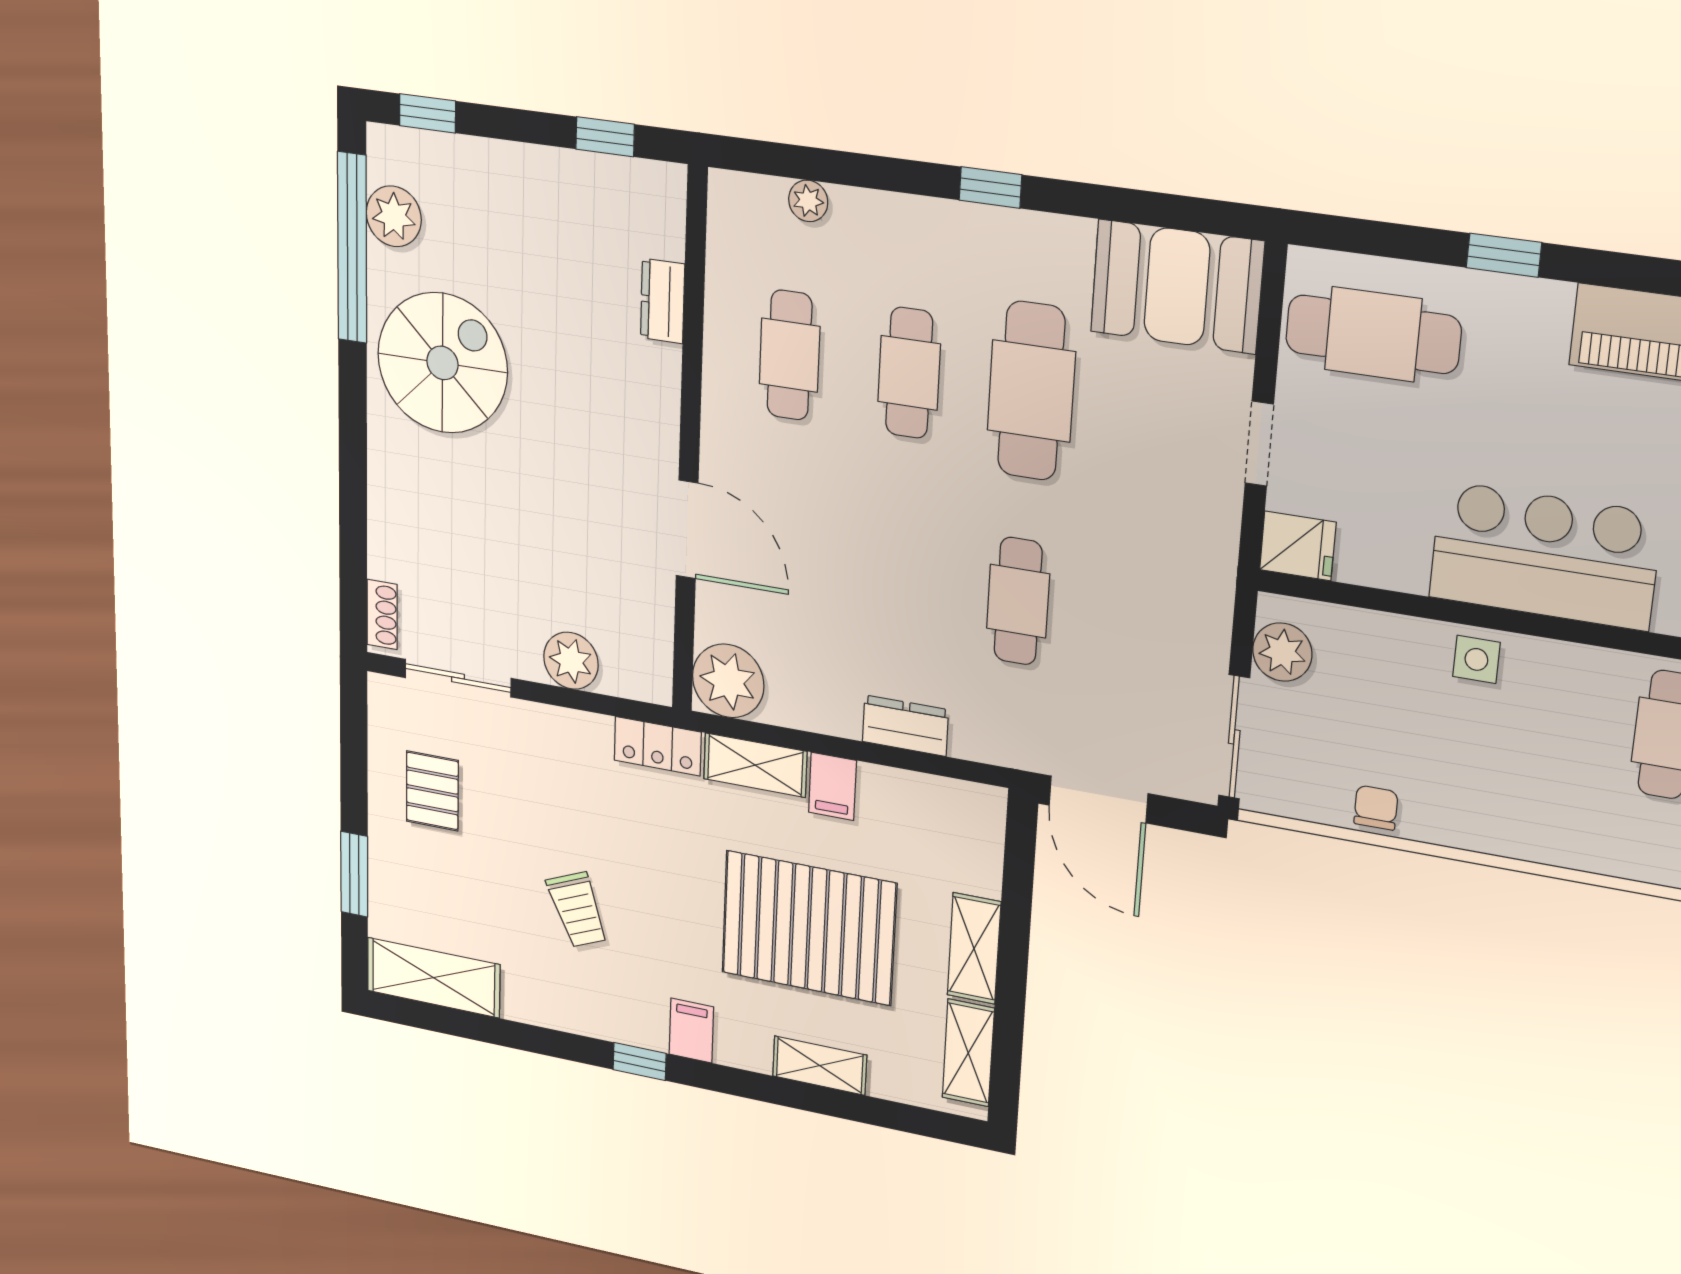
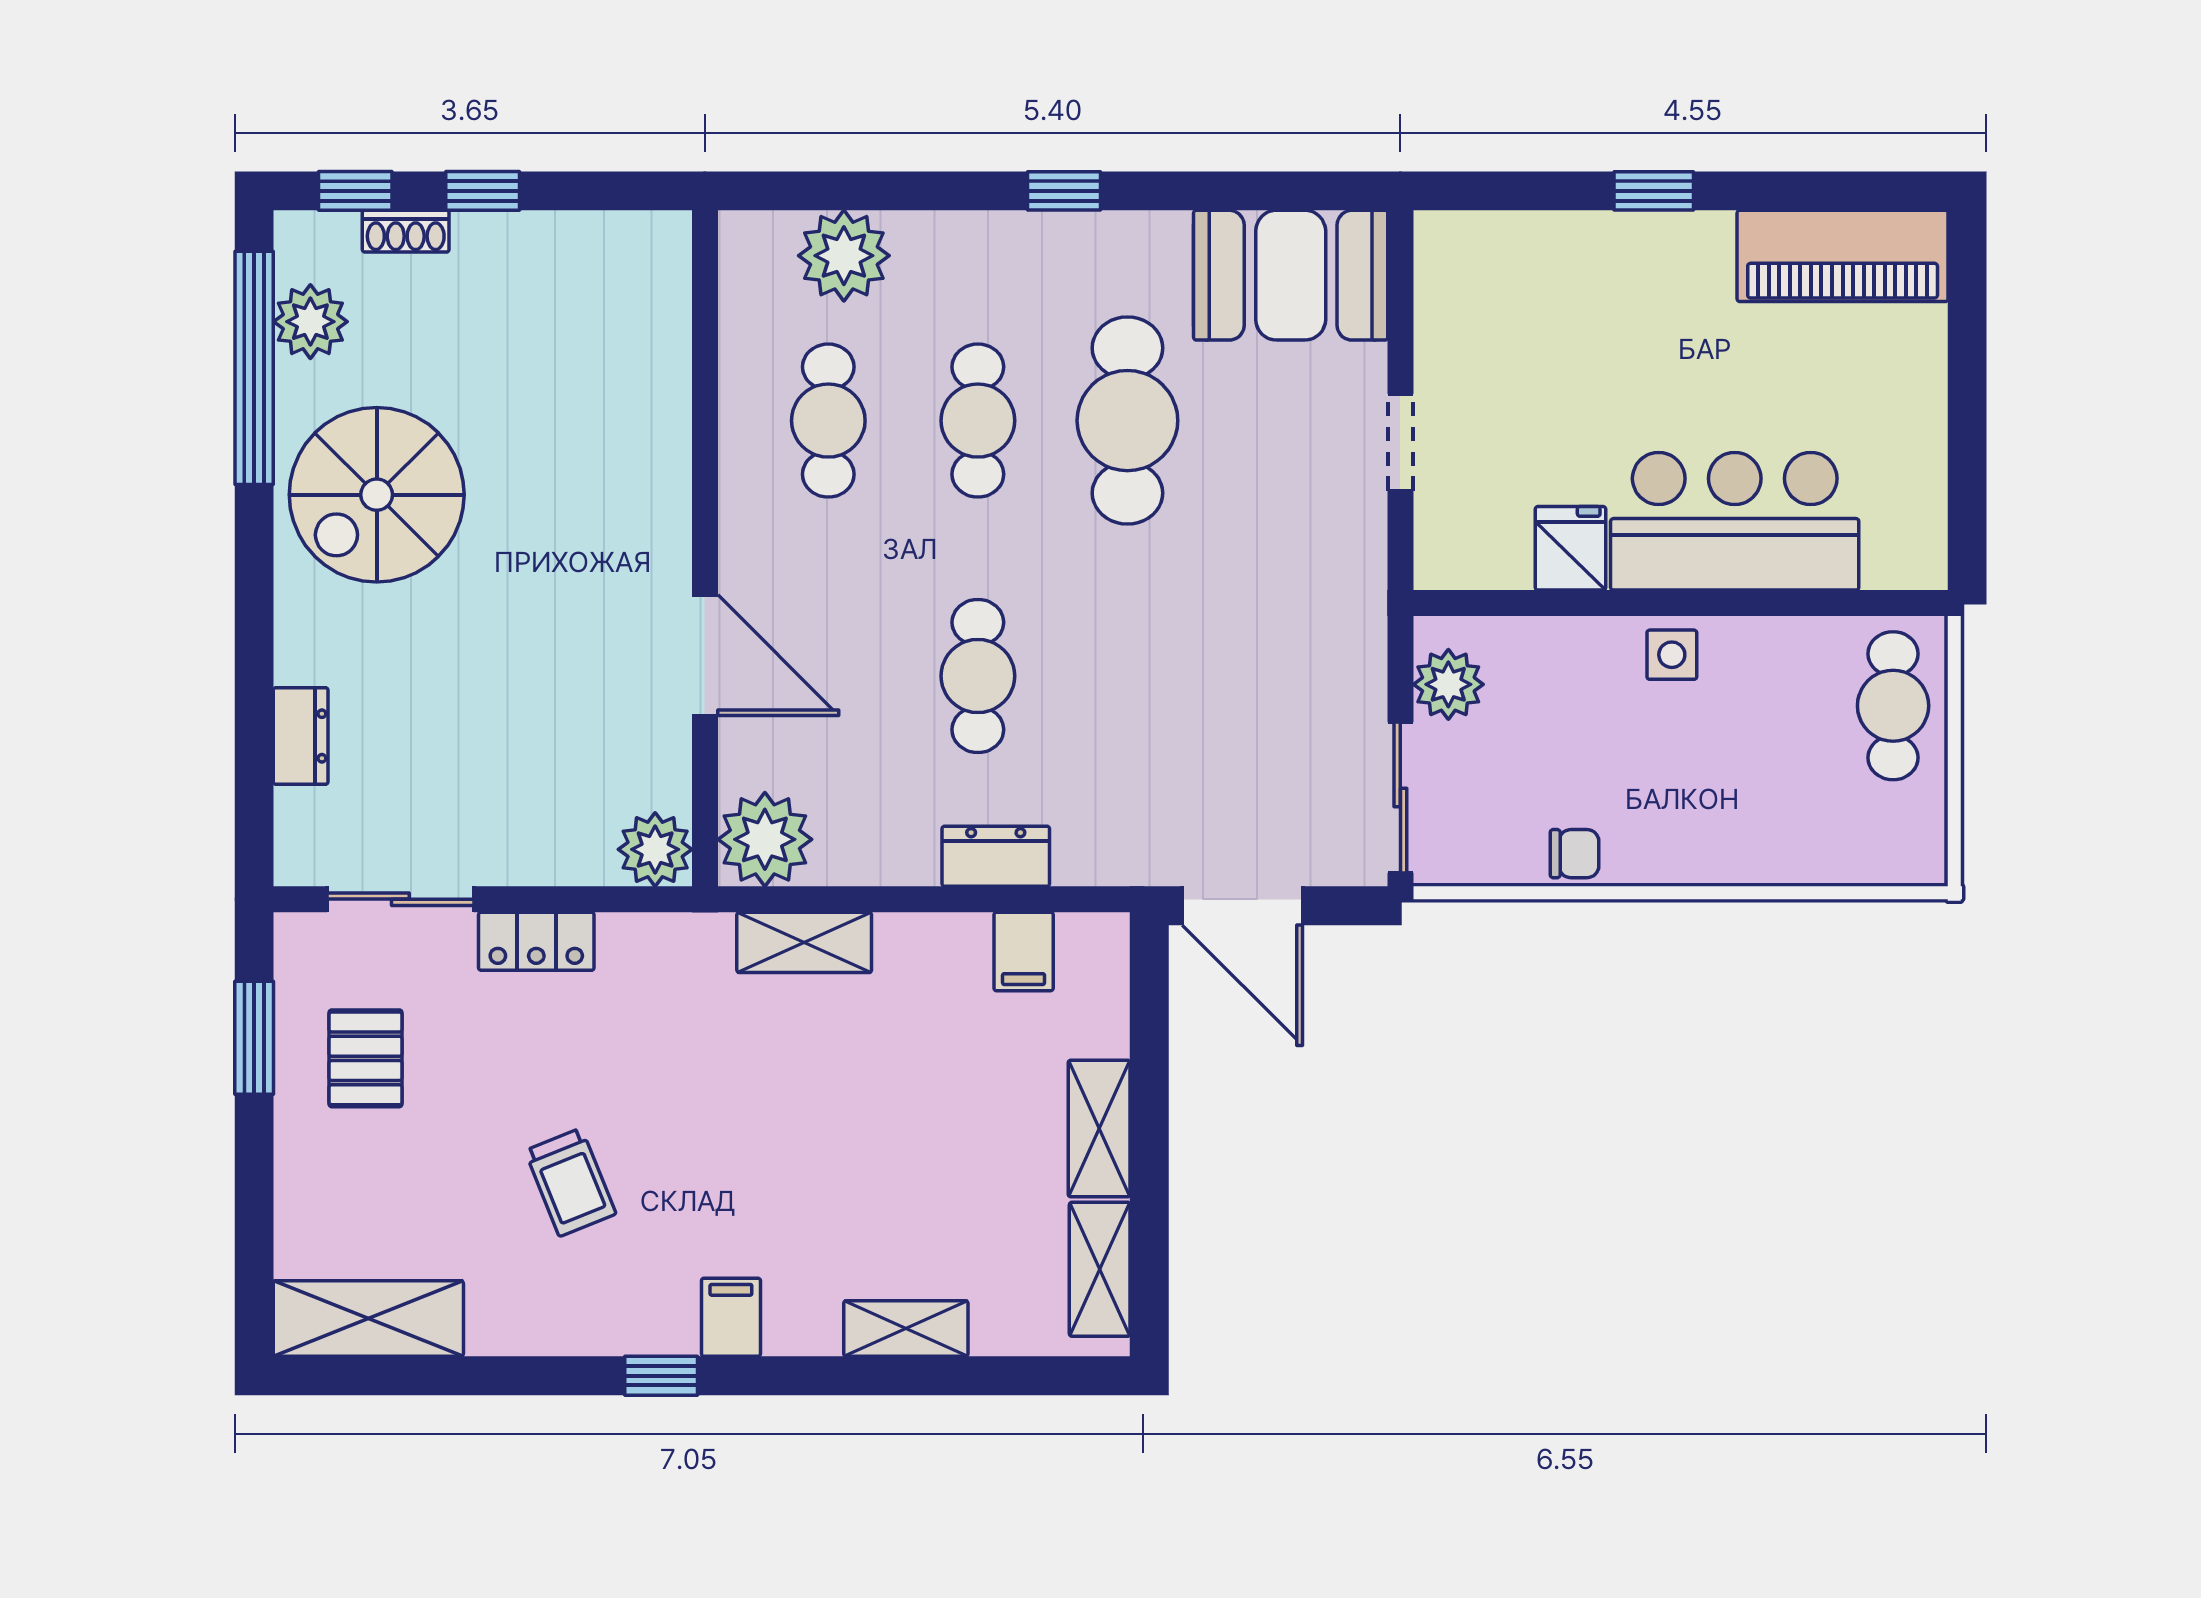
window: (605, 137) -> (483, 191), moved
plant: (808, 201) -> (844, 256), width x1.88, depth x1.88
dresser: (662, 301) -> (301, 736), moved, turned 180
cafe table: (1373, 334) -> (1519, 298), removed
spiral stairs: (442, 363) -> (377, 495), turned 180
fridge: (1298, 546) -> (1570, 548), moved, turned -90
cafe table: (1018, 601) -> (978, 676), moved
shoe rack: (382, 615) -> (406, 231), moved, turned 90
plant: (571, 661) -> (655, 849), moved
locker: (658, 746) -> (536, 941), moved
filing cabinet: (832, 786) -> (1024, 951), moved
chair: (1376, 808) -> (1575, 854), turned 90
window: (354, 874) -> (254, 1038), moved
pallet: (809, 928) -> (883, 1145), removed

